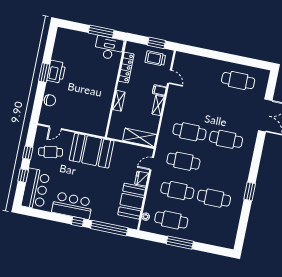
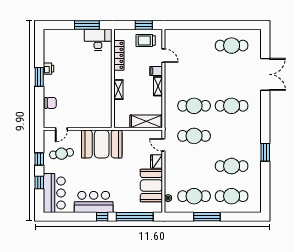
printer: (56, 72) -> (48, 69), width x0.53, depth x0.68
door: (152, 164) -> (163, 145), hinge flipped
cafe table: (177, 191) -> (232, 196), moved

